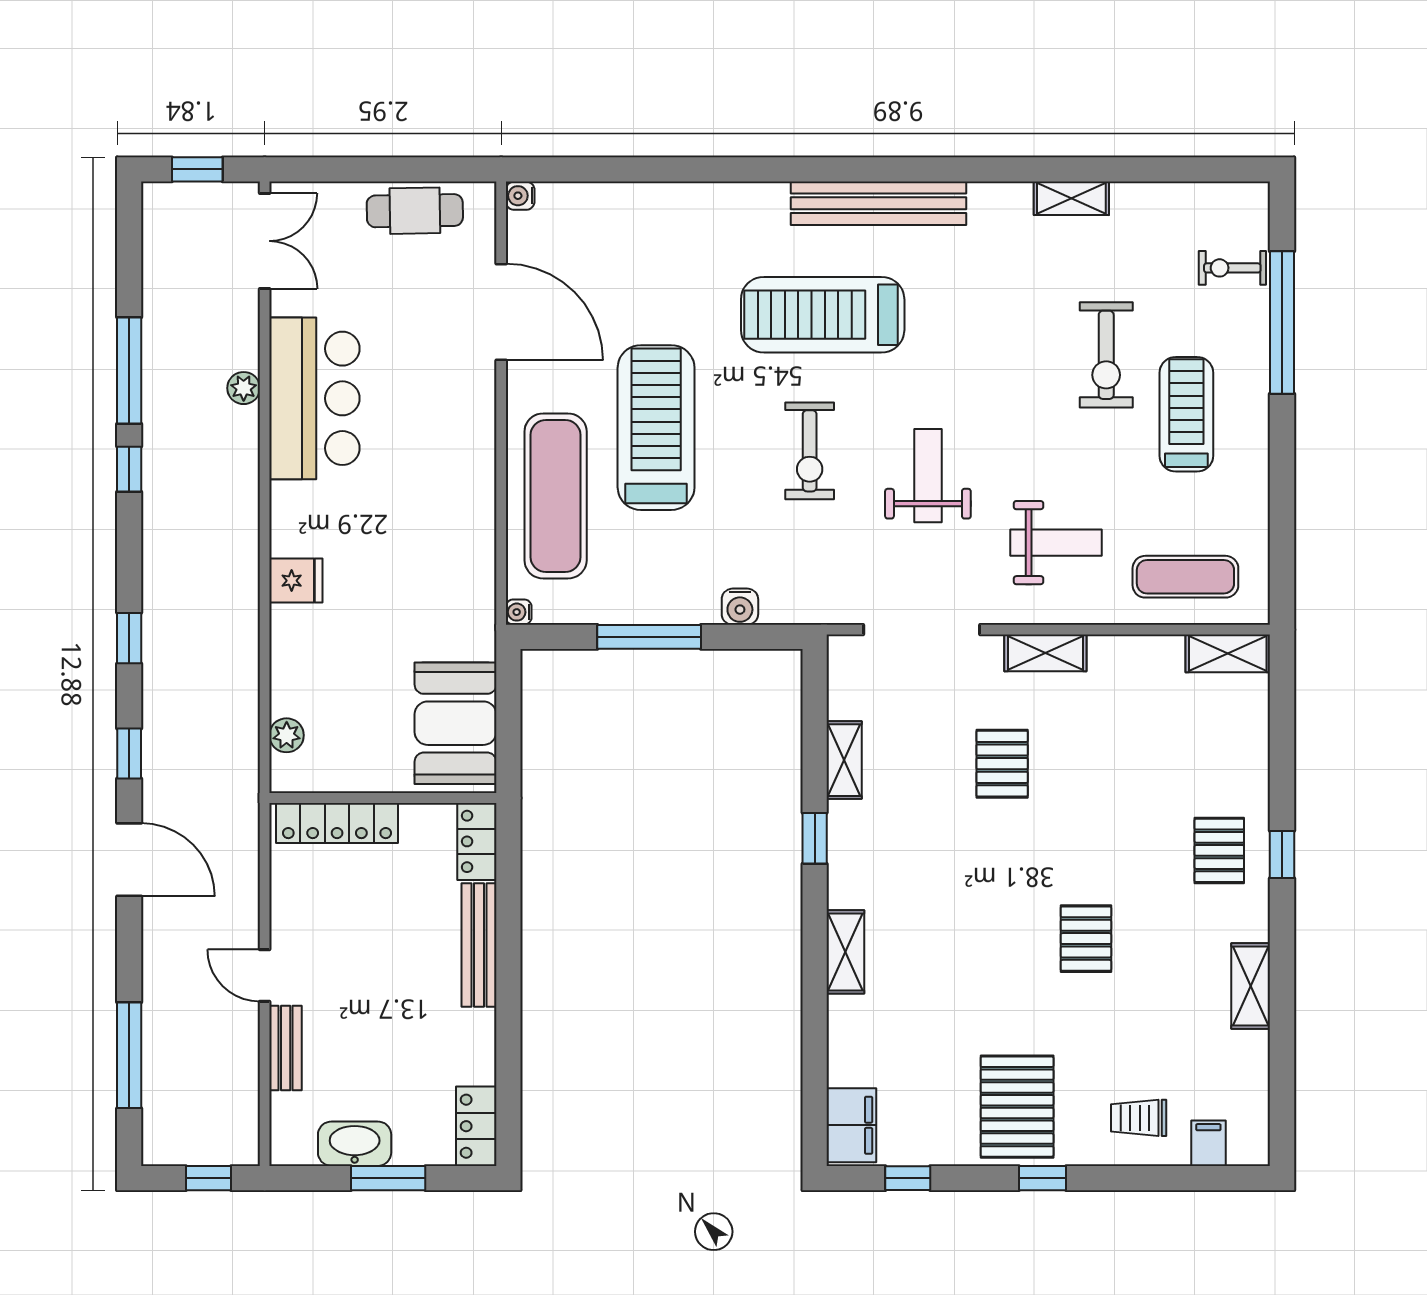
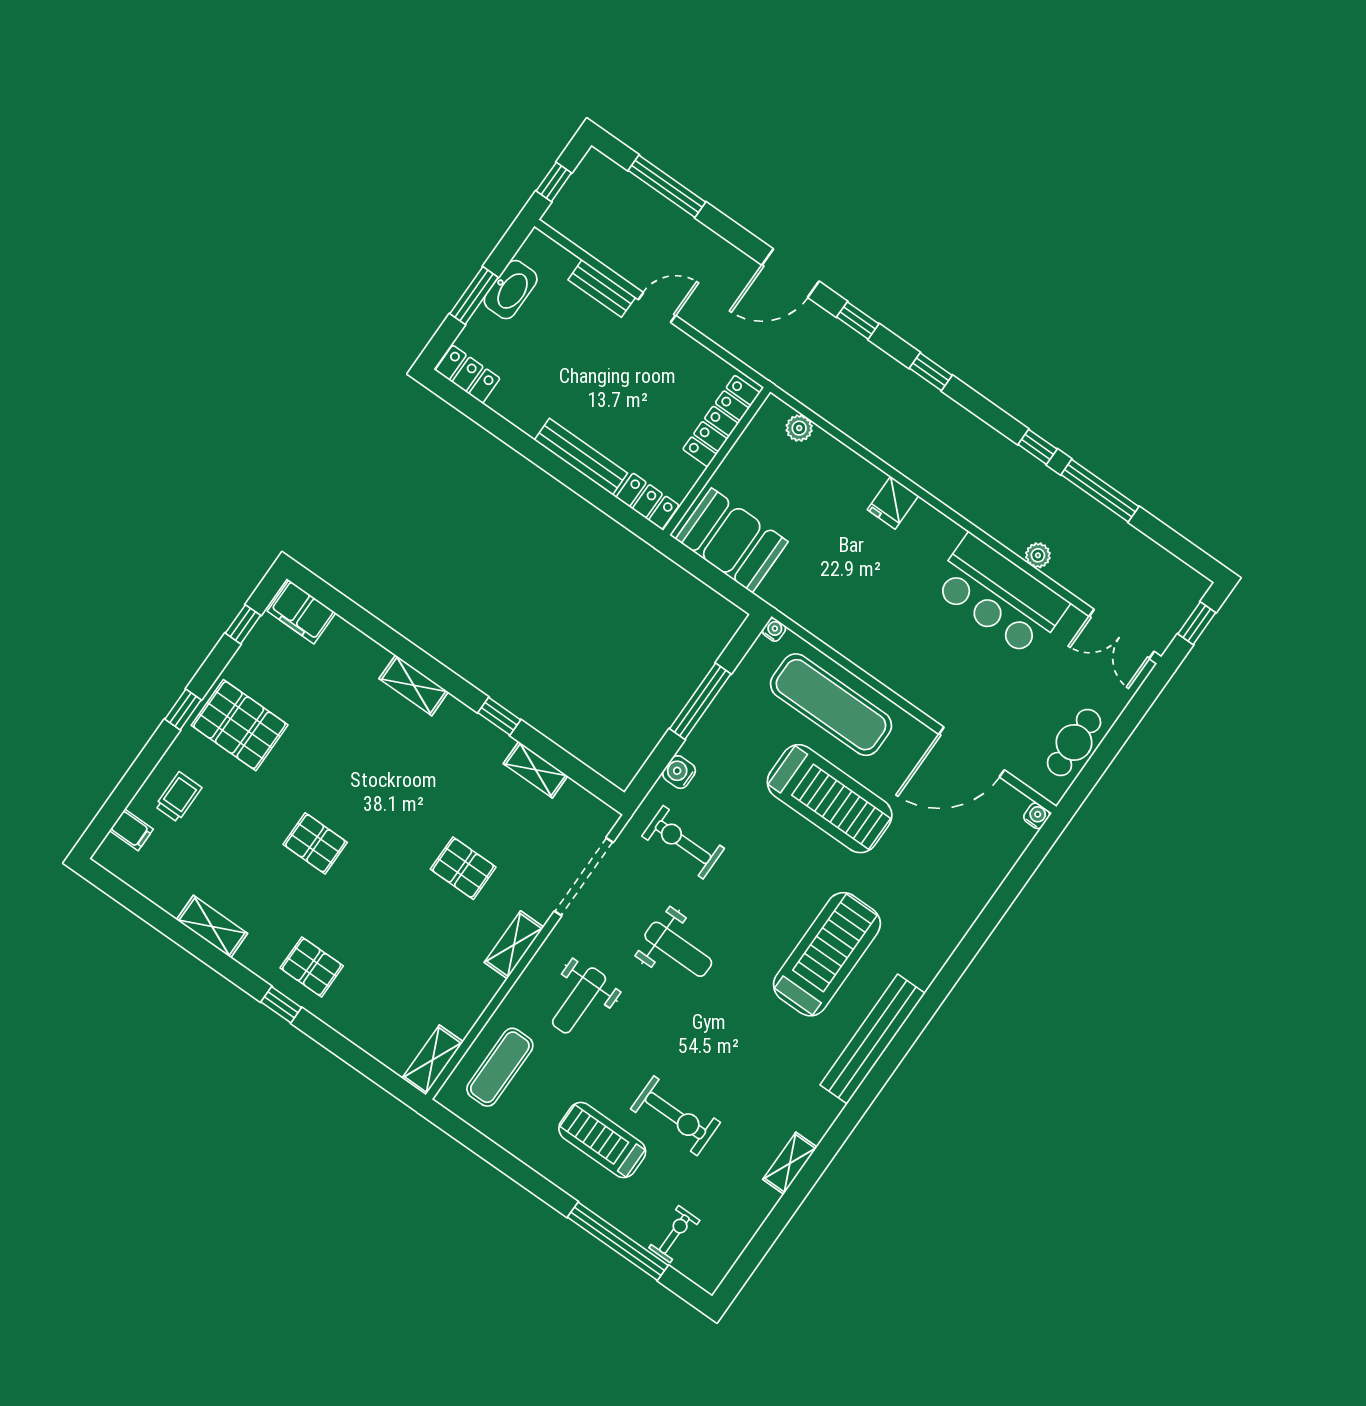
exercise bike: (1106, 355) -> (675, 1116), turned 180
treadmill: (1186, 414) -> (602, 1140), turned 180
exercise bike: (810, 451) -> (683, 842), moved

